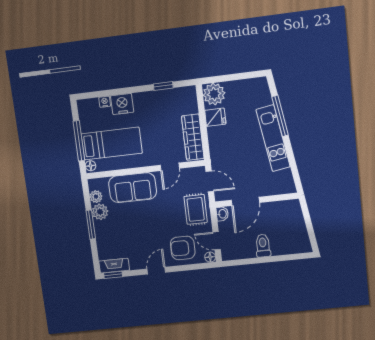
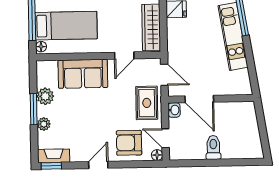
plant: (96, 197) -> (44, 124), moved
door: (245, 201) -> (199, 99), hinge flipped

